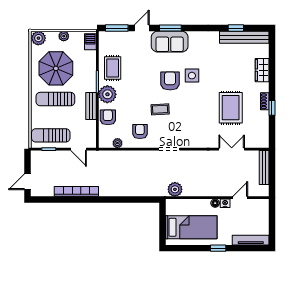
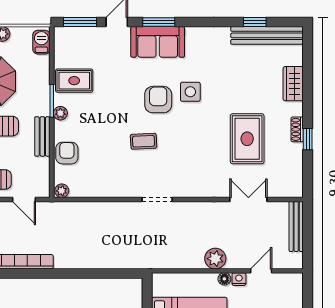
rug: (113, 68) -> (74, 81), turned 90
plant: (107, 94) -> (60, 113), width x0.53, depth x0.53
armchair: (140, 132) -> (114, 174), removed
plant: (117, 143) -> (62, 191), moved
plant: (175, 189) -> (215, 259), moved

